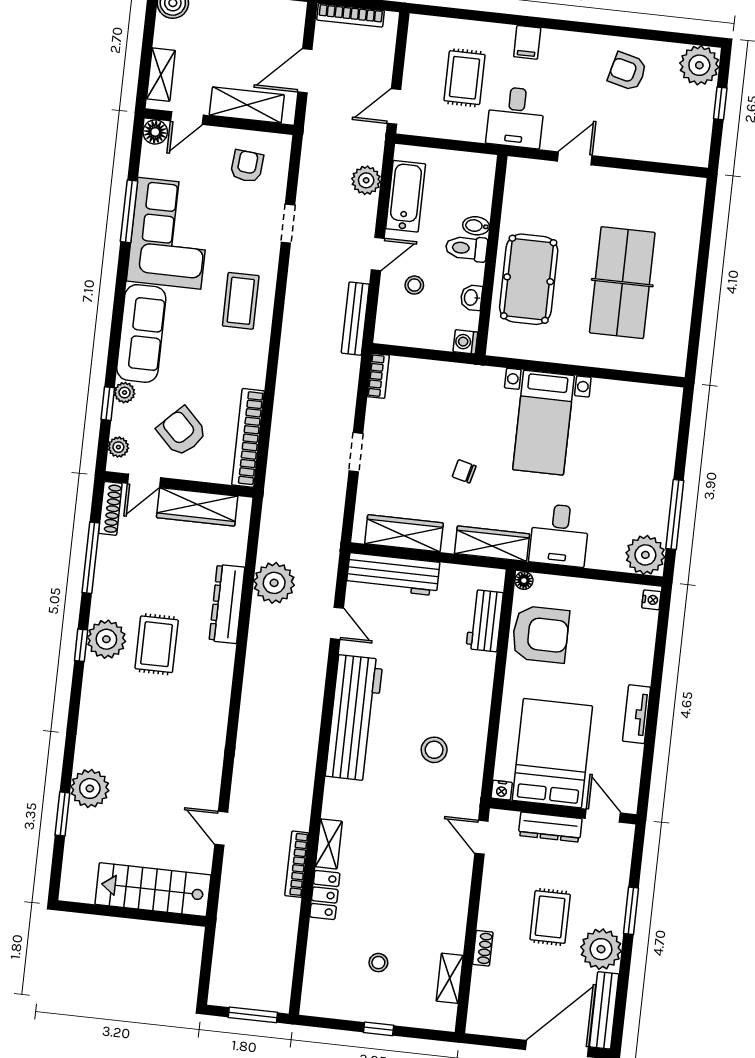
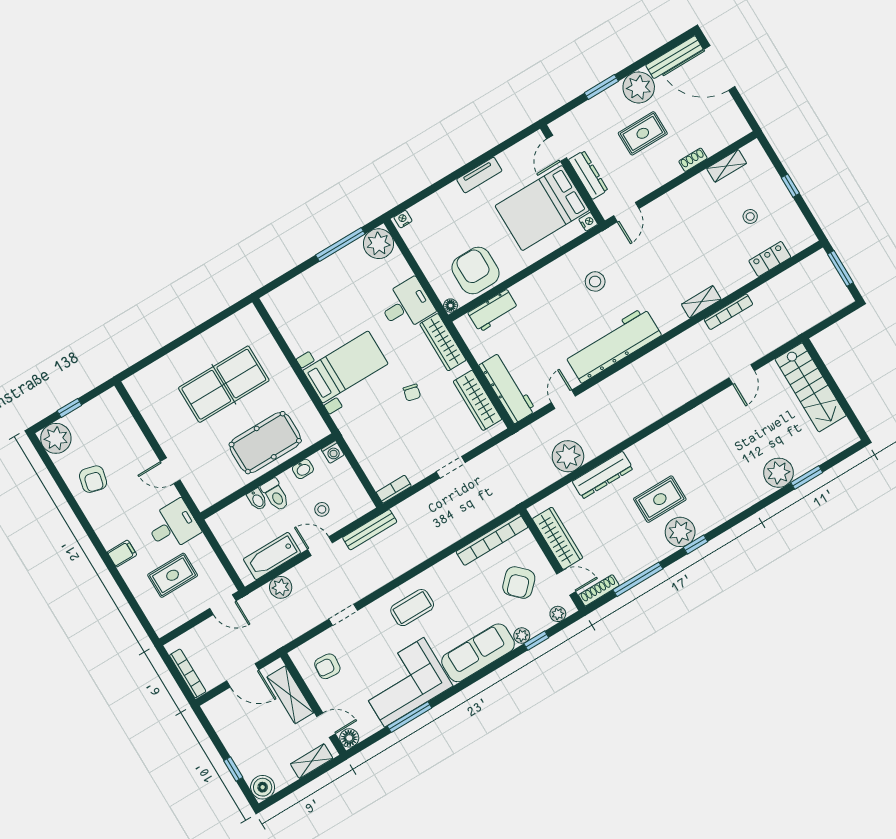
locker: (325, 895) -> (770, 259), moved

